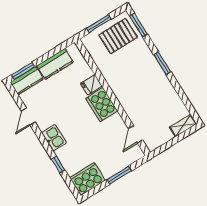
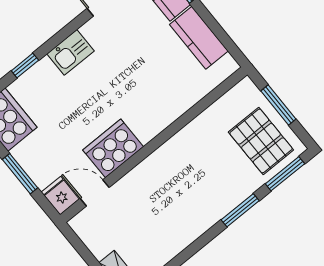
window: (162, 63) -> (240, 210), moved
fridge: (91, 85) -> (60, 196), moved
cooker: (102, 105) -> (113, 148), moved

